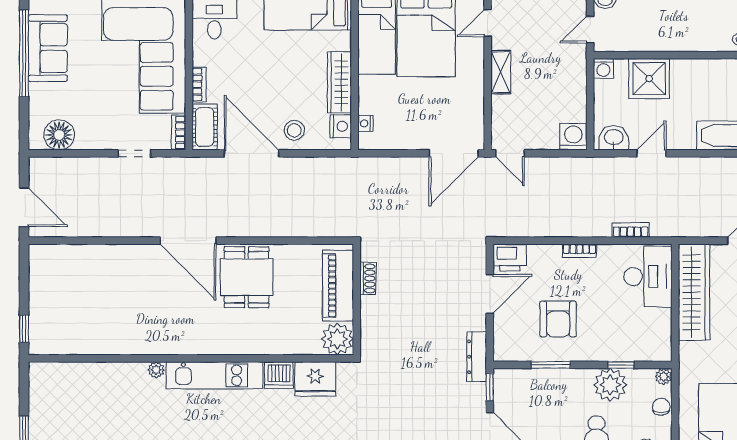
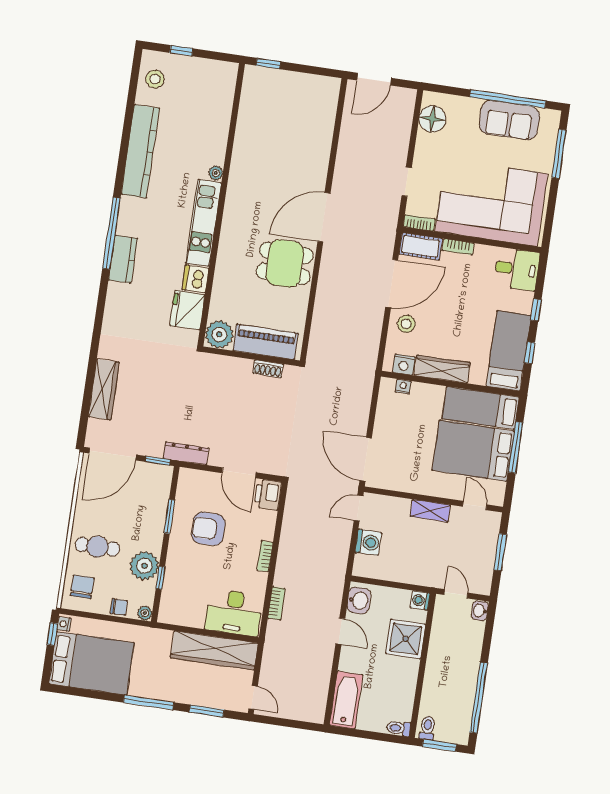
washing machine: (573, 137) -> (368, 542), moved

